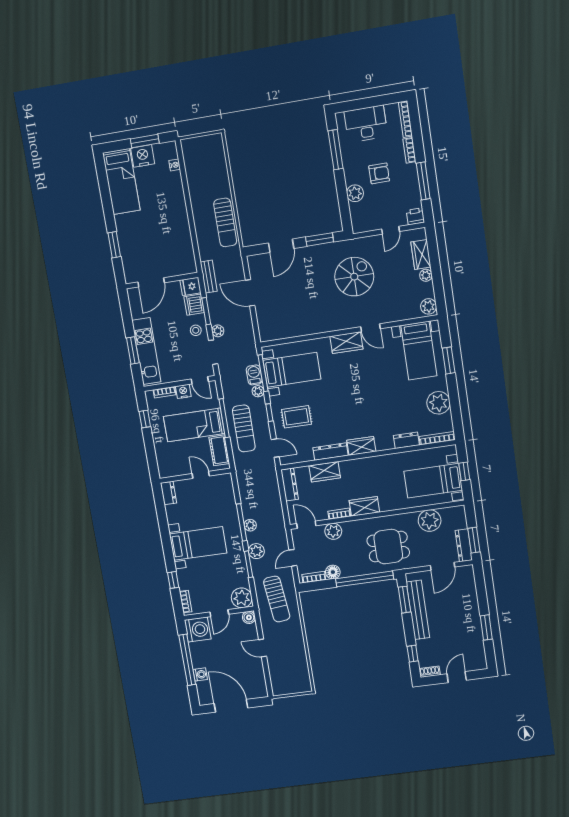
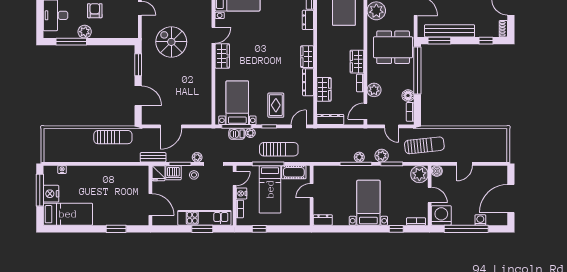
window: (145, 141) -> (40, 190), width x1.44
plant: (355, 193) -> (85, 32), moved
dining table: (388, 547) -> (393, 47), width x1.37

